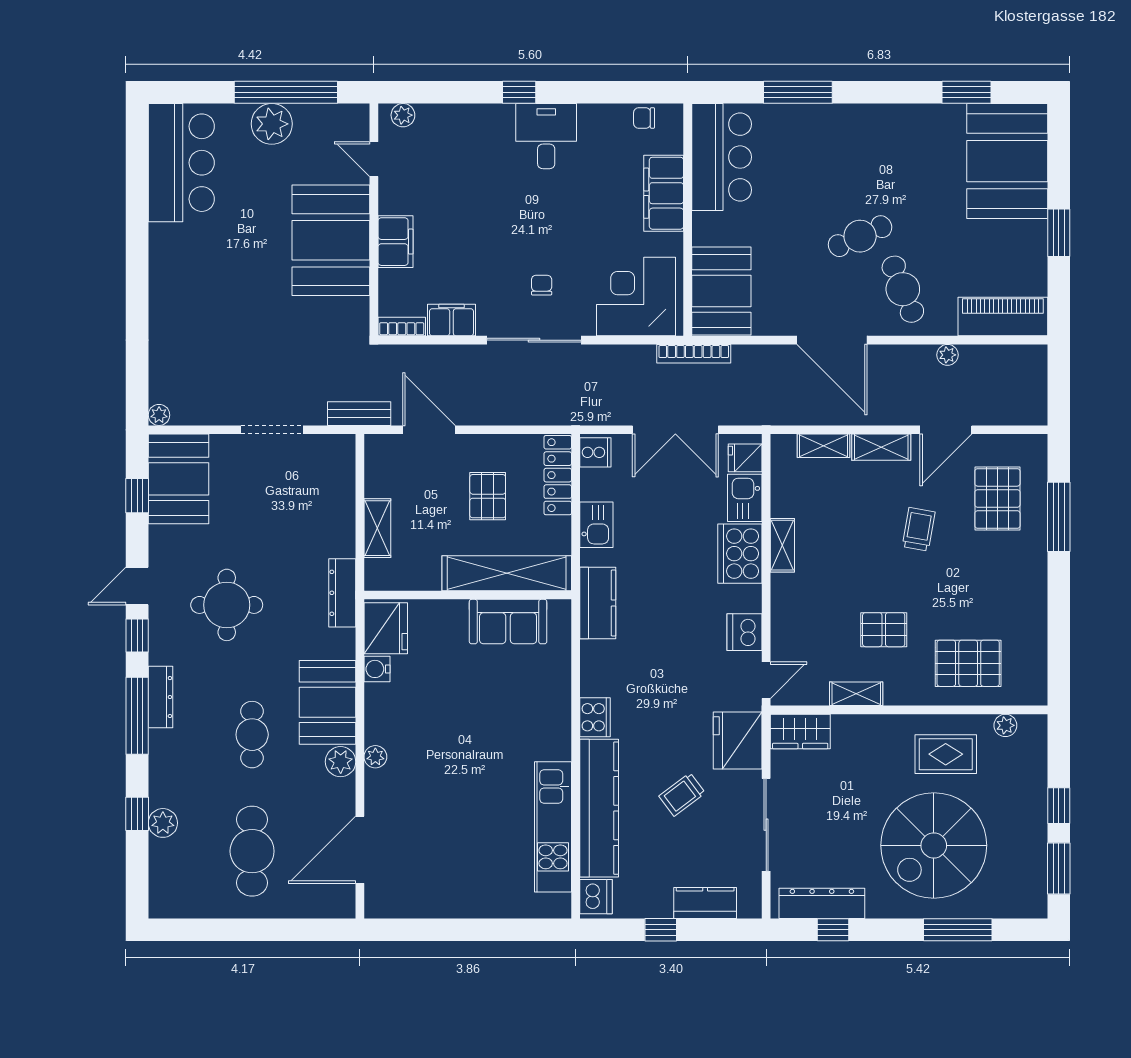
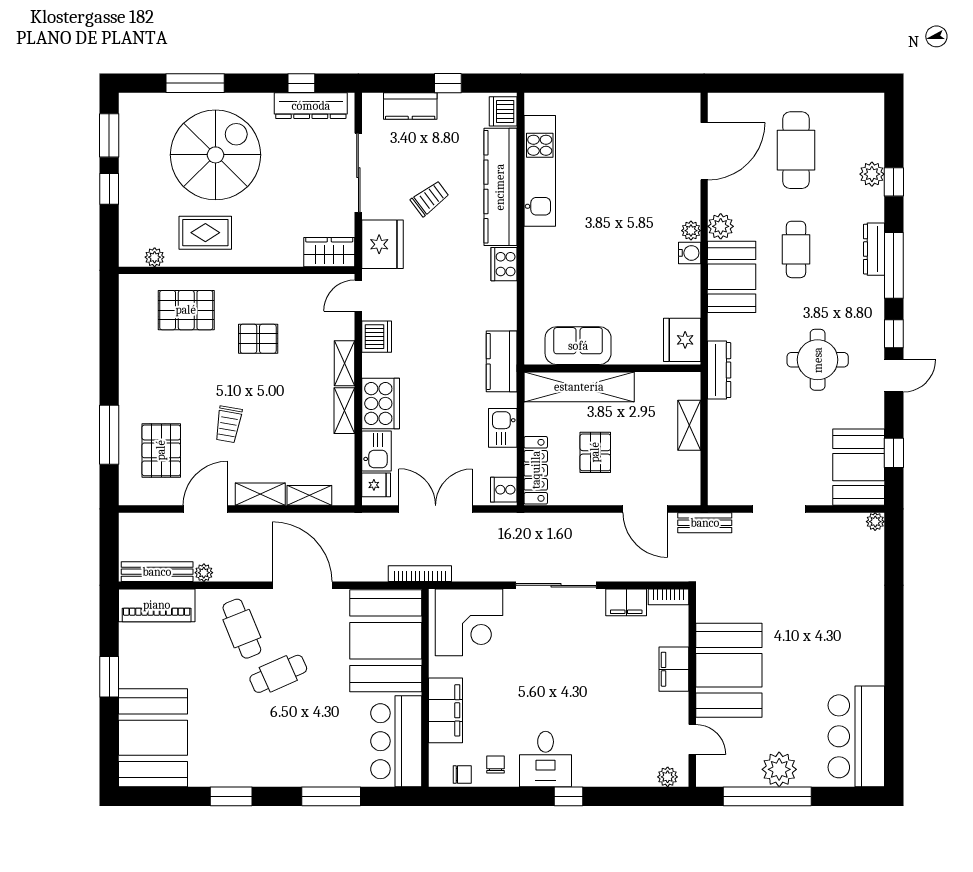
window: (966, 92) -> (231, 796), moved
chair: (542, 285) -> (496, 765), moved, turned 180
booth: (721, 291) -> (386, 641), width x1.36, depth x1.42
bench: (1002, 356) -> (157, 572), added
water cooler: (377, 669) -> (690, 253), moved
shelving: (856, 694) -> (345, 363), moved, turned 90
dresser: (160, 697) -> (874, 249), moved

